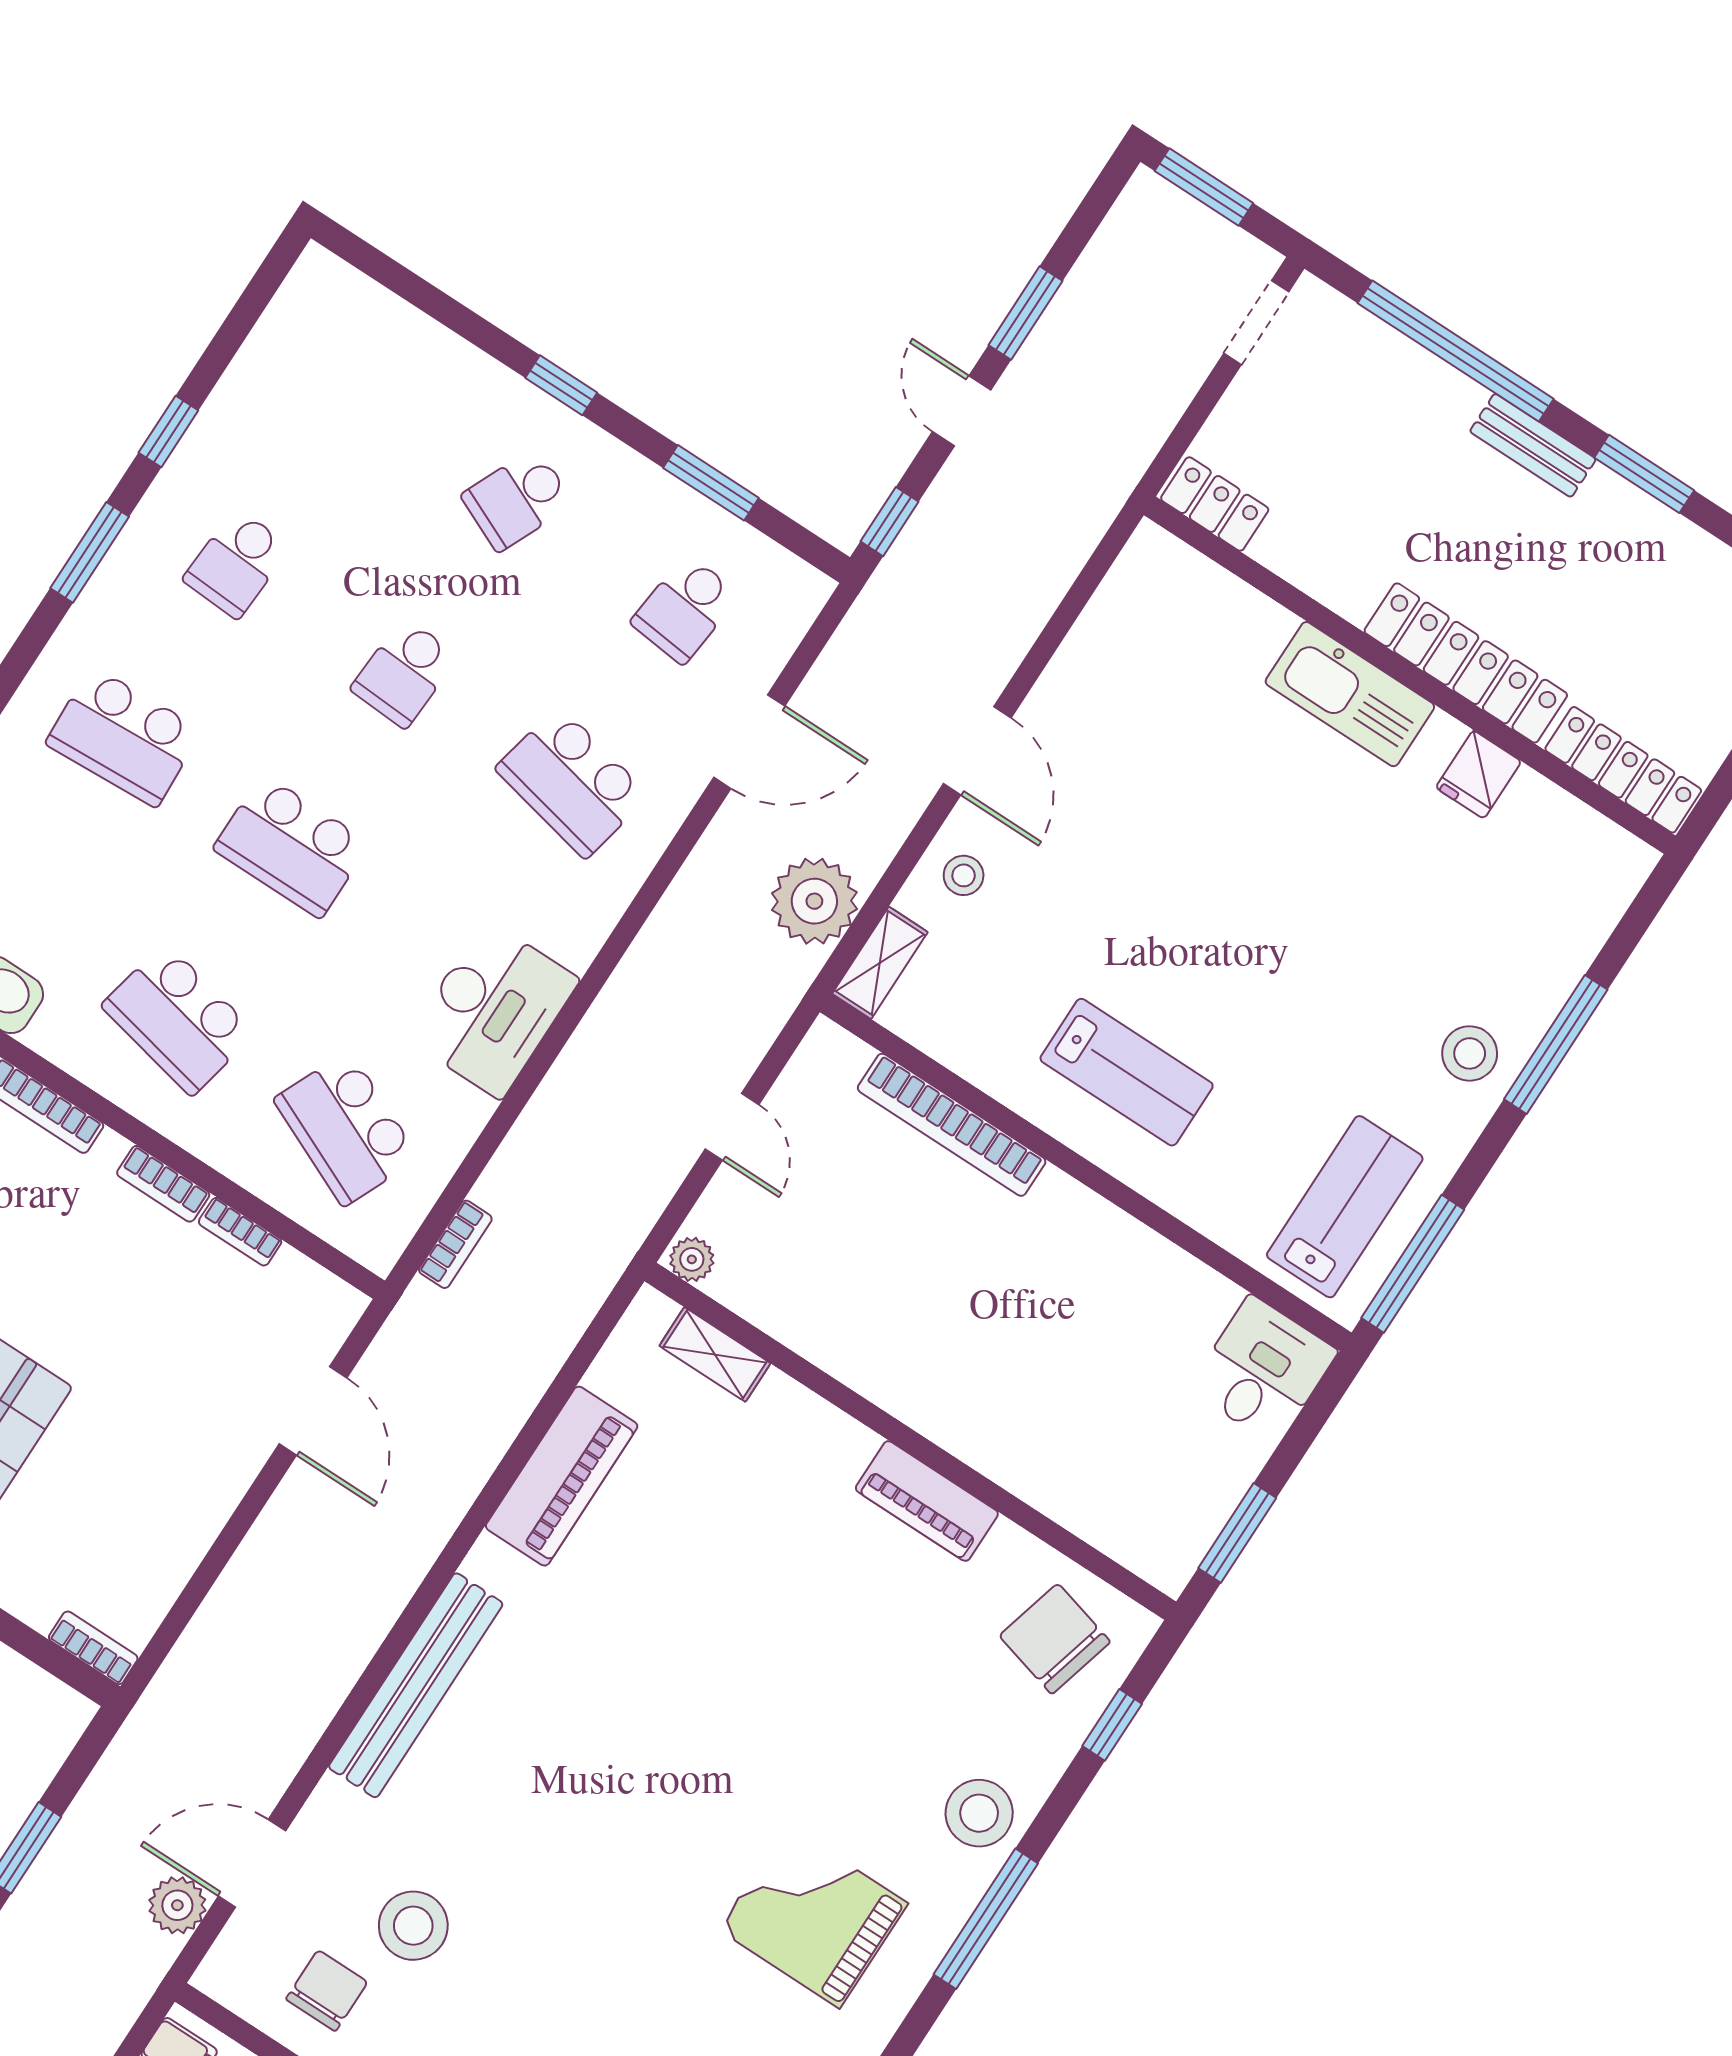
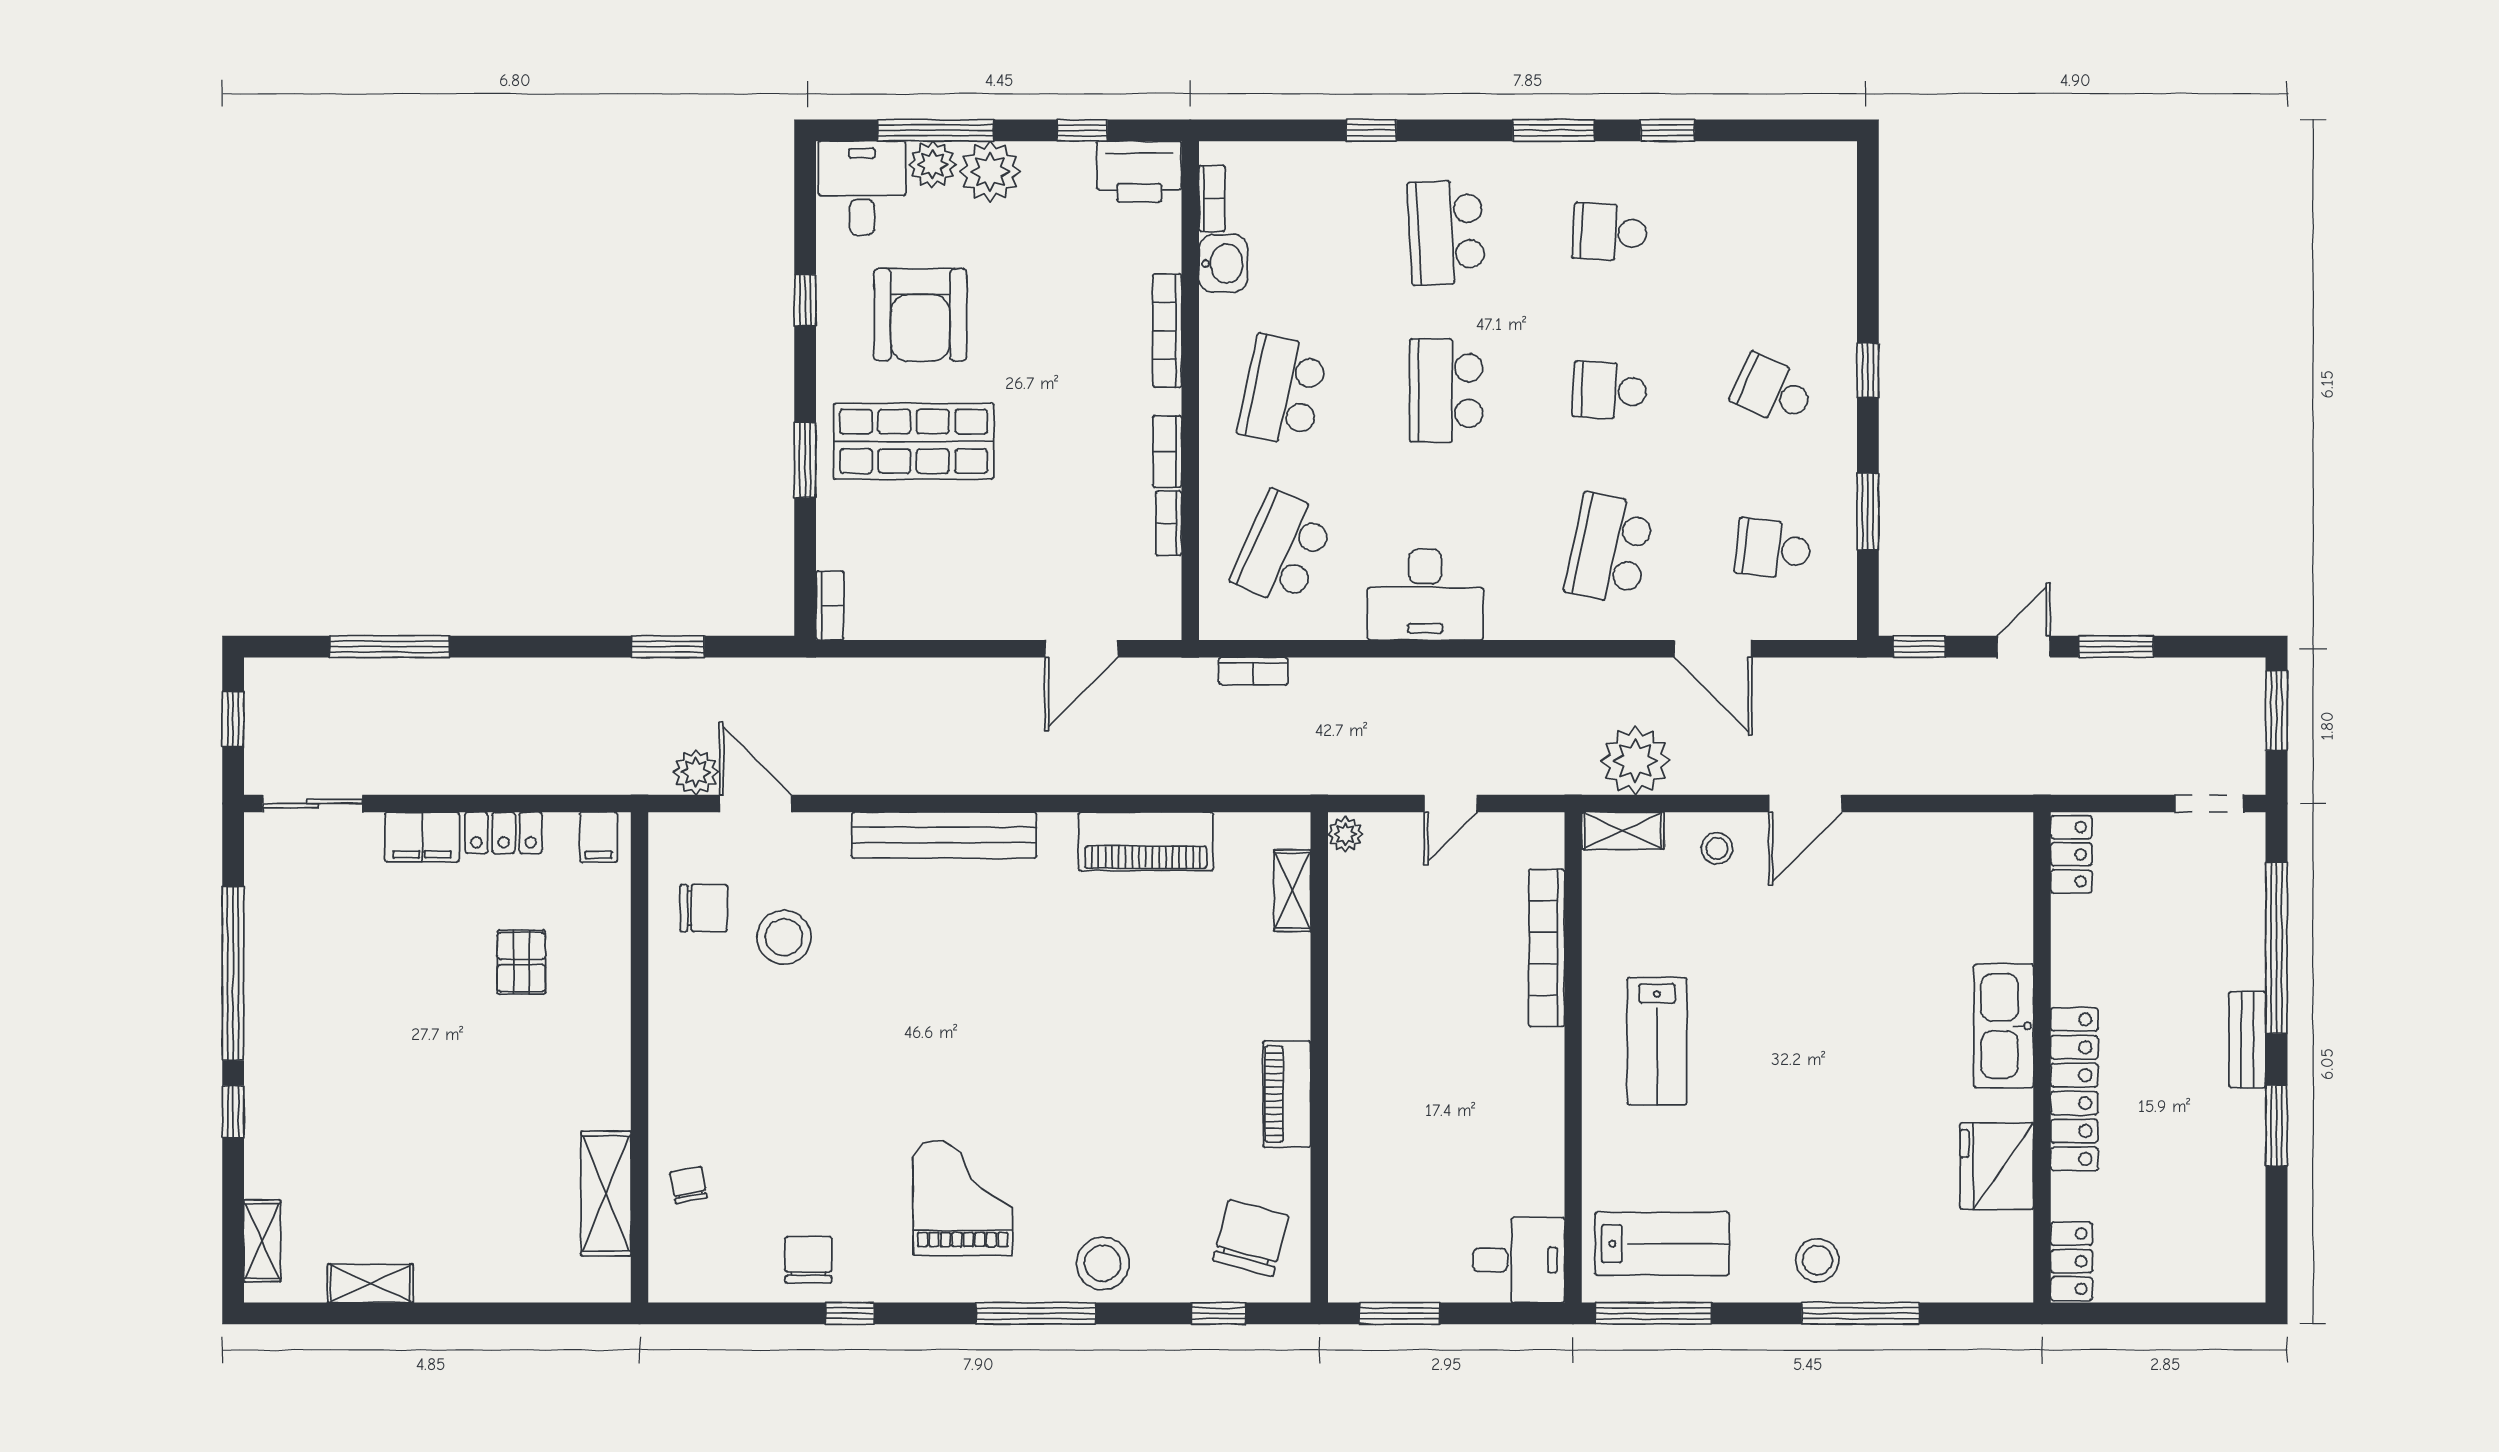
locker: (1623, 770) -> (2072, 1261), width x0.66
fridge: (1478, 774) -> (1997, 1166), width x1.88, depth x1.34

